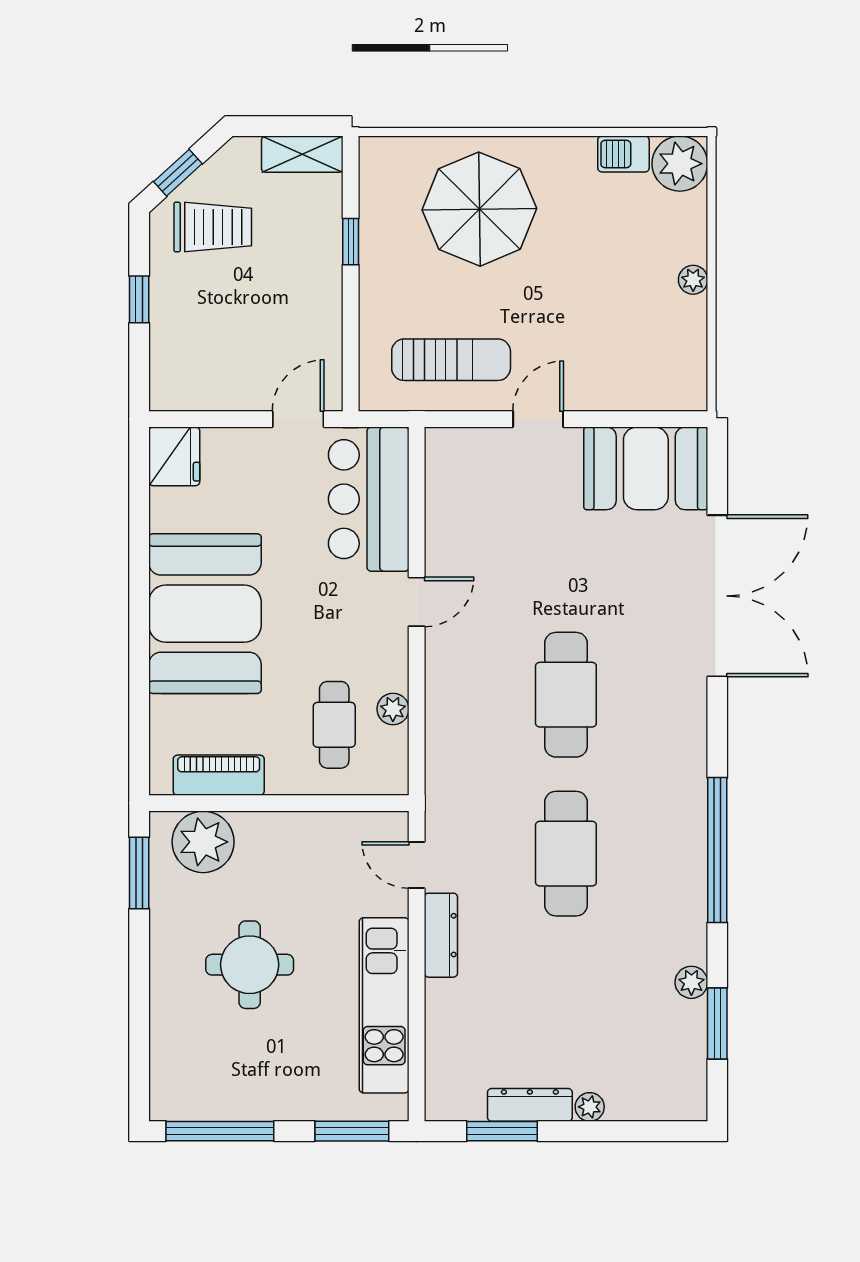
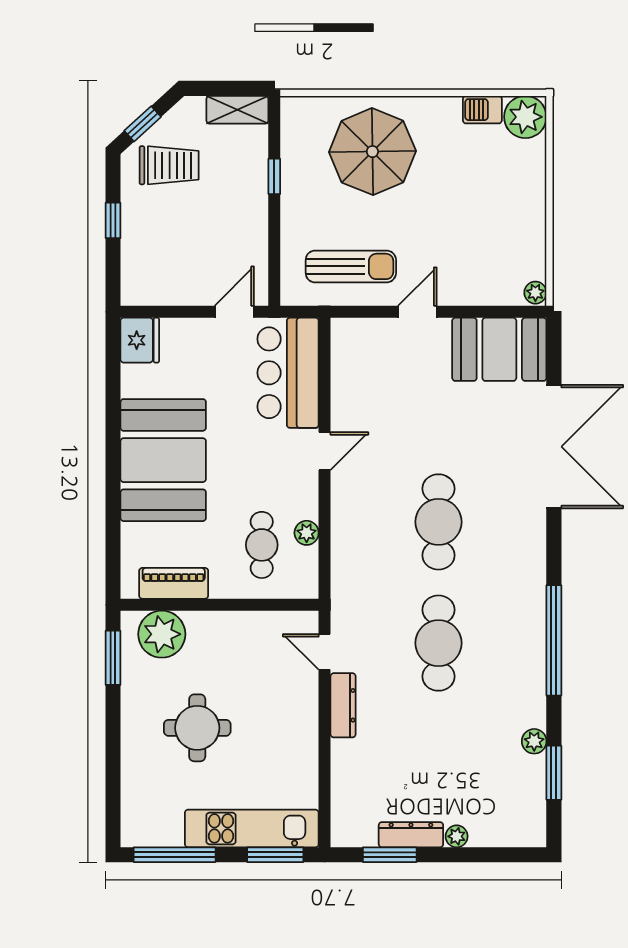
plant: (693, 280) -> (535, 293), moved
kitchen unit: (384, 1005) -> (252, 828), moved, turned 90

